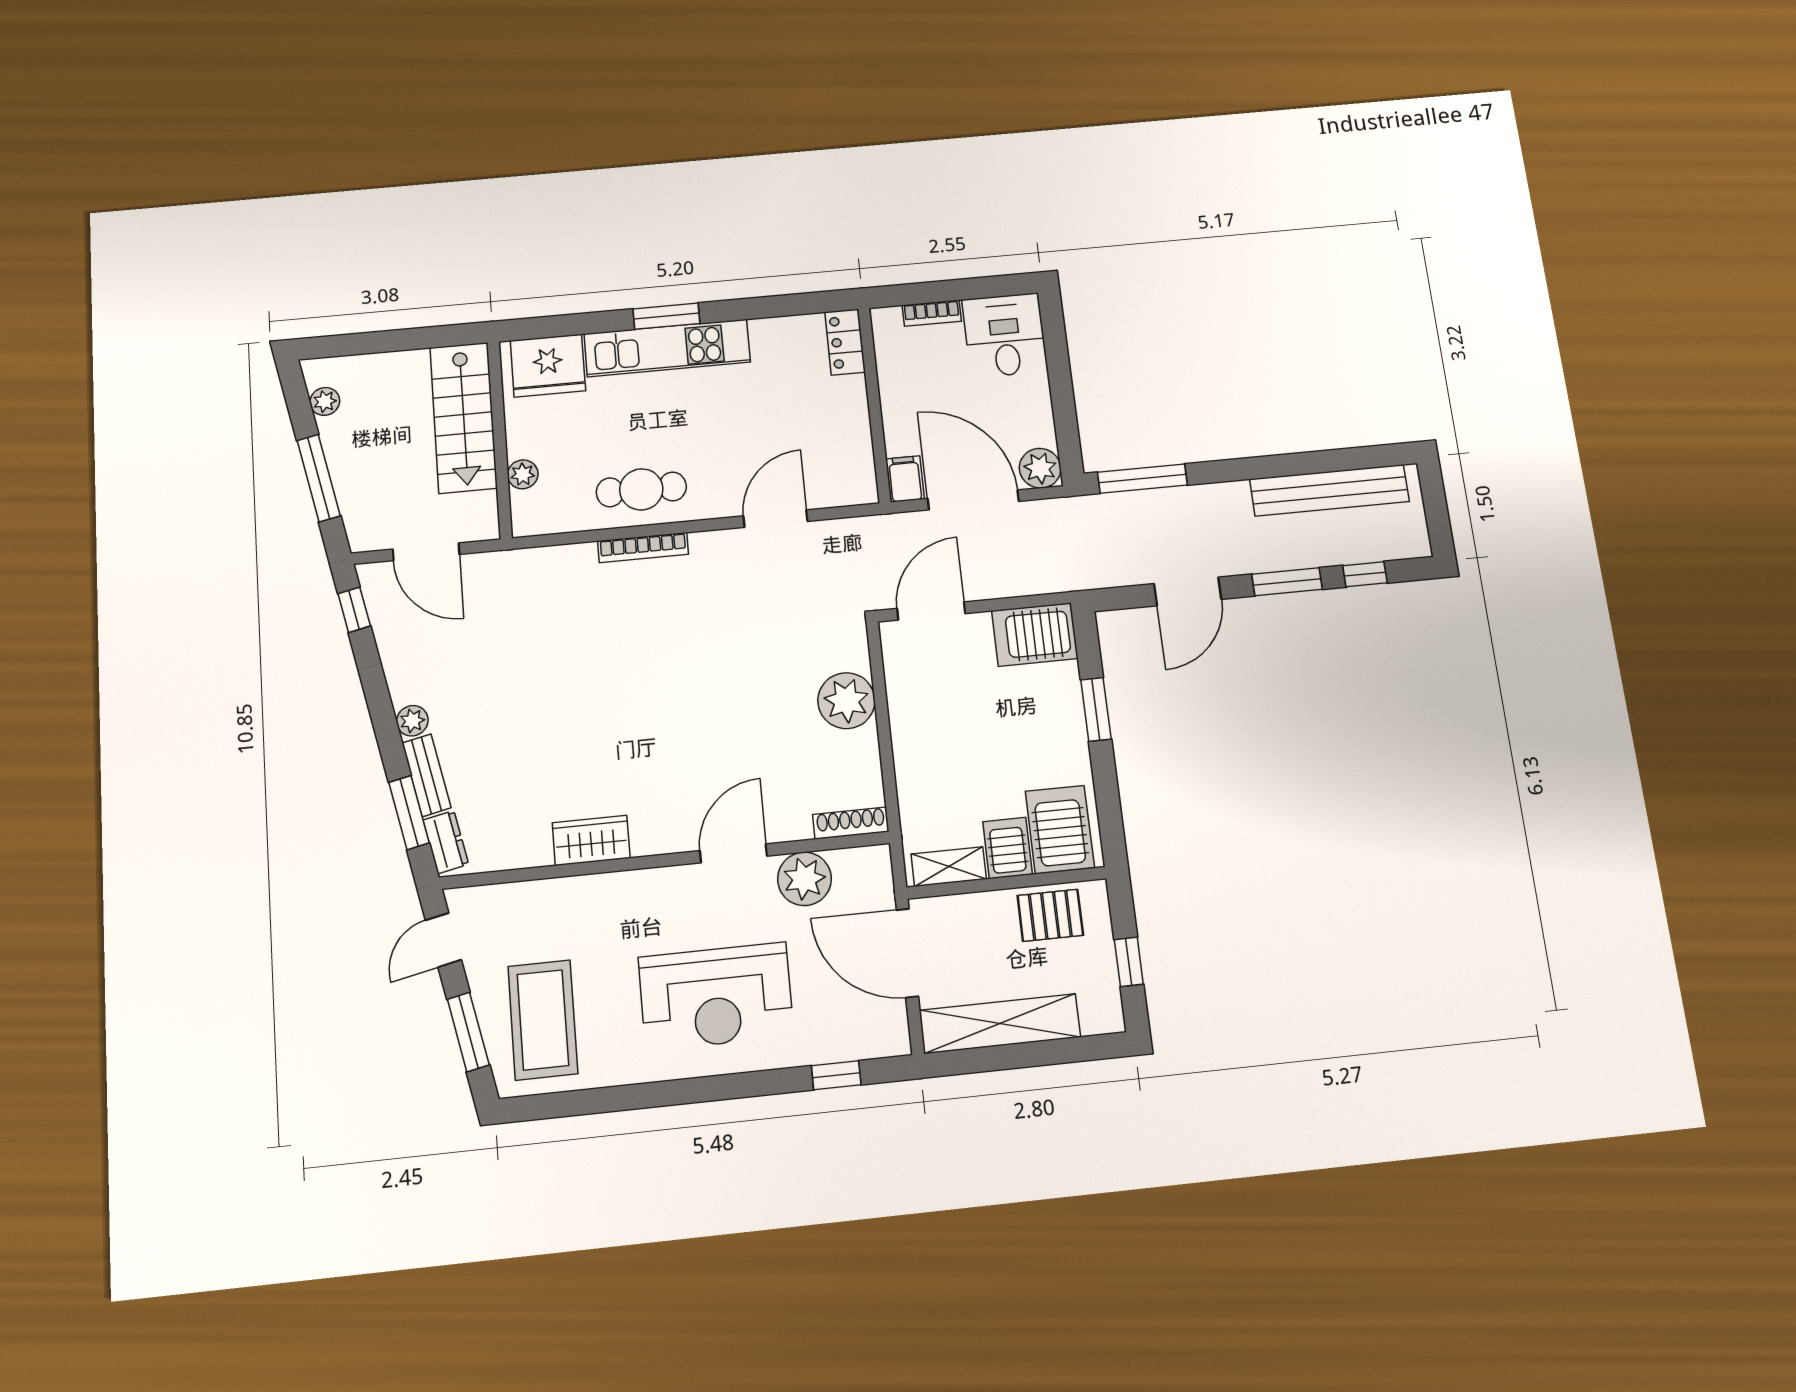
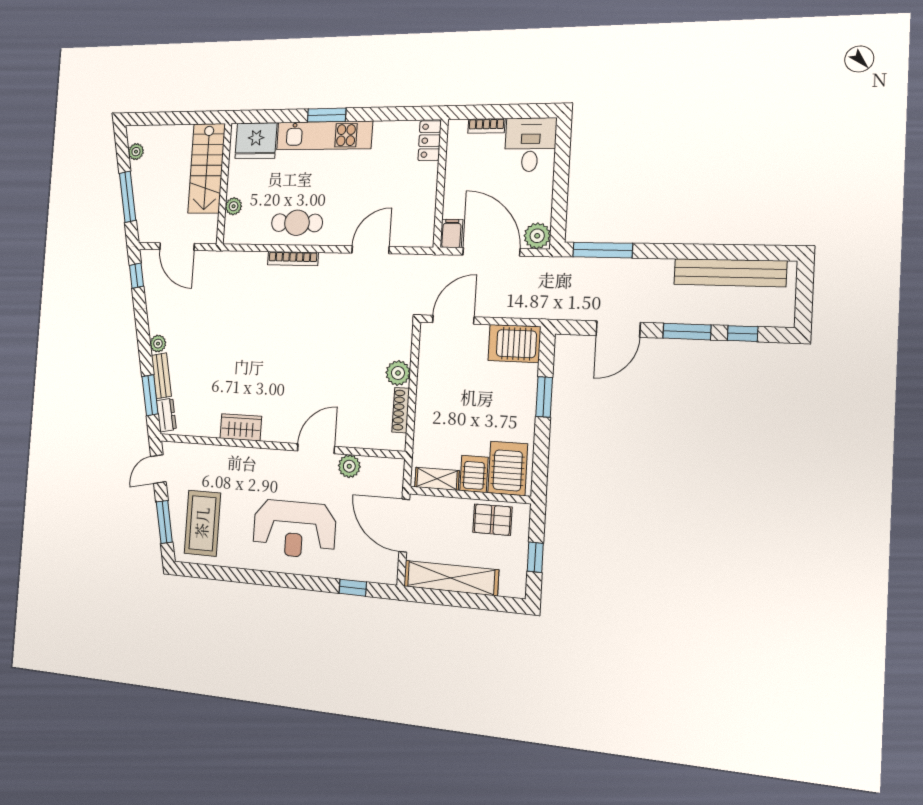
plant: (846, 701) -> (398, 373), width x0.73, depth x0.73
shoe rack: (851, 823) -> (401, 410), moved, turned -90
plant: (804, 879) -> (349, 466), width x0.73, depth x0.73

